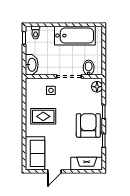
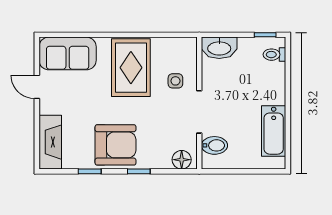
bathtub: (75, 36) -> (274, 131), width x0.73, depth x0.73
rug: (43, 116) -> (131, 68), width x1.36, depth x1.43

